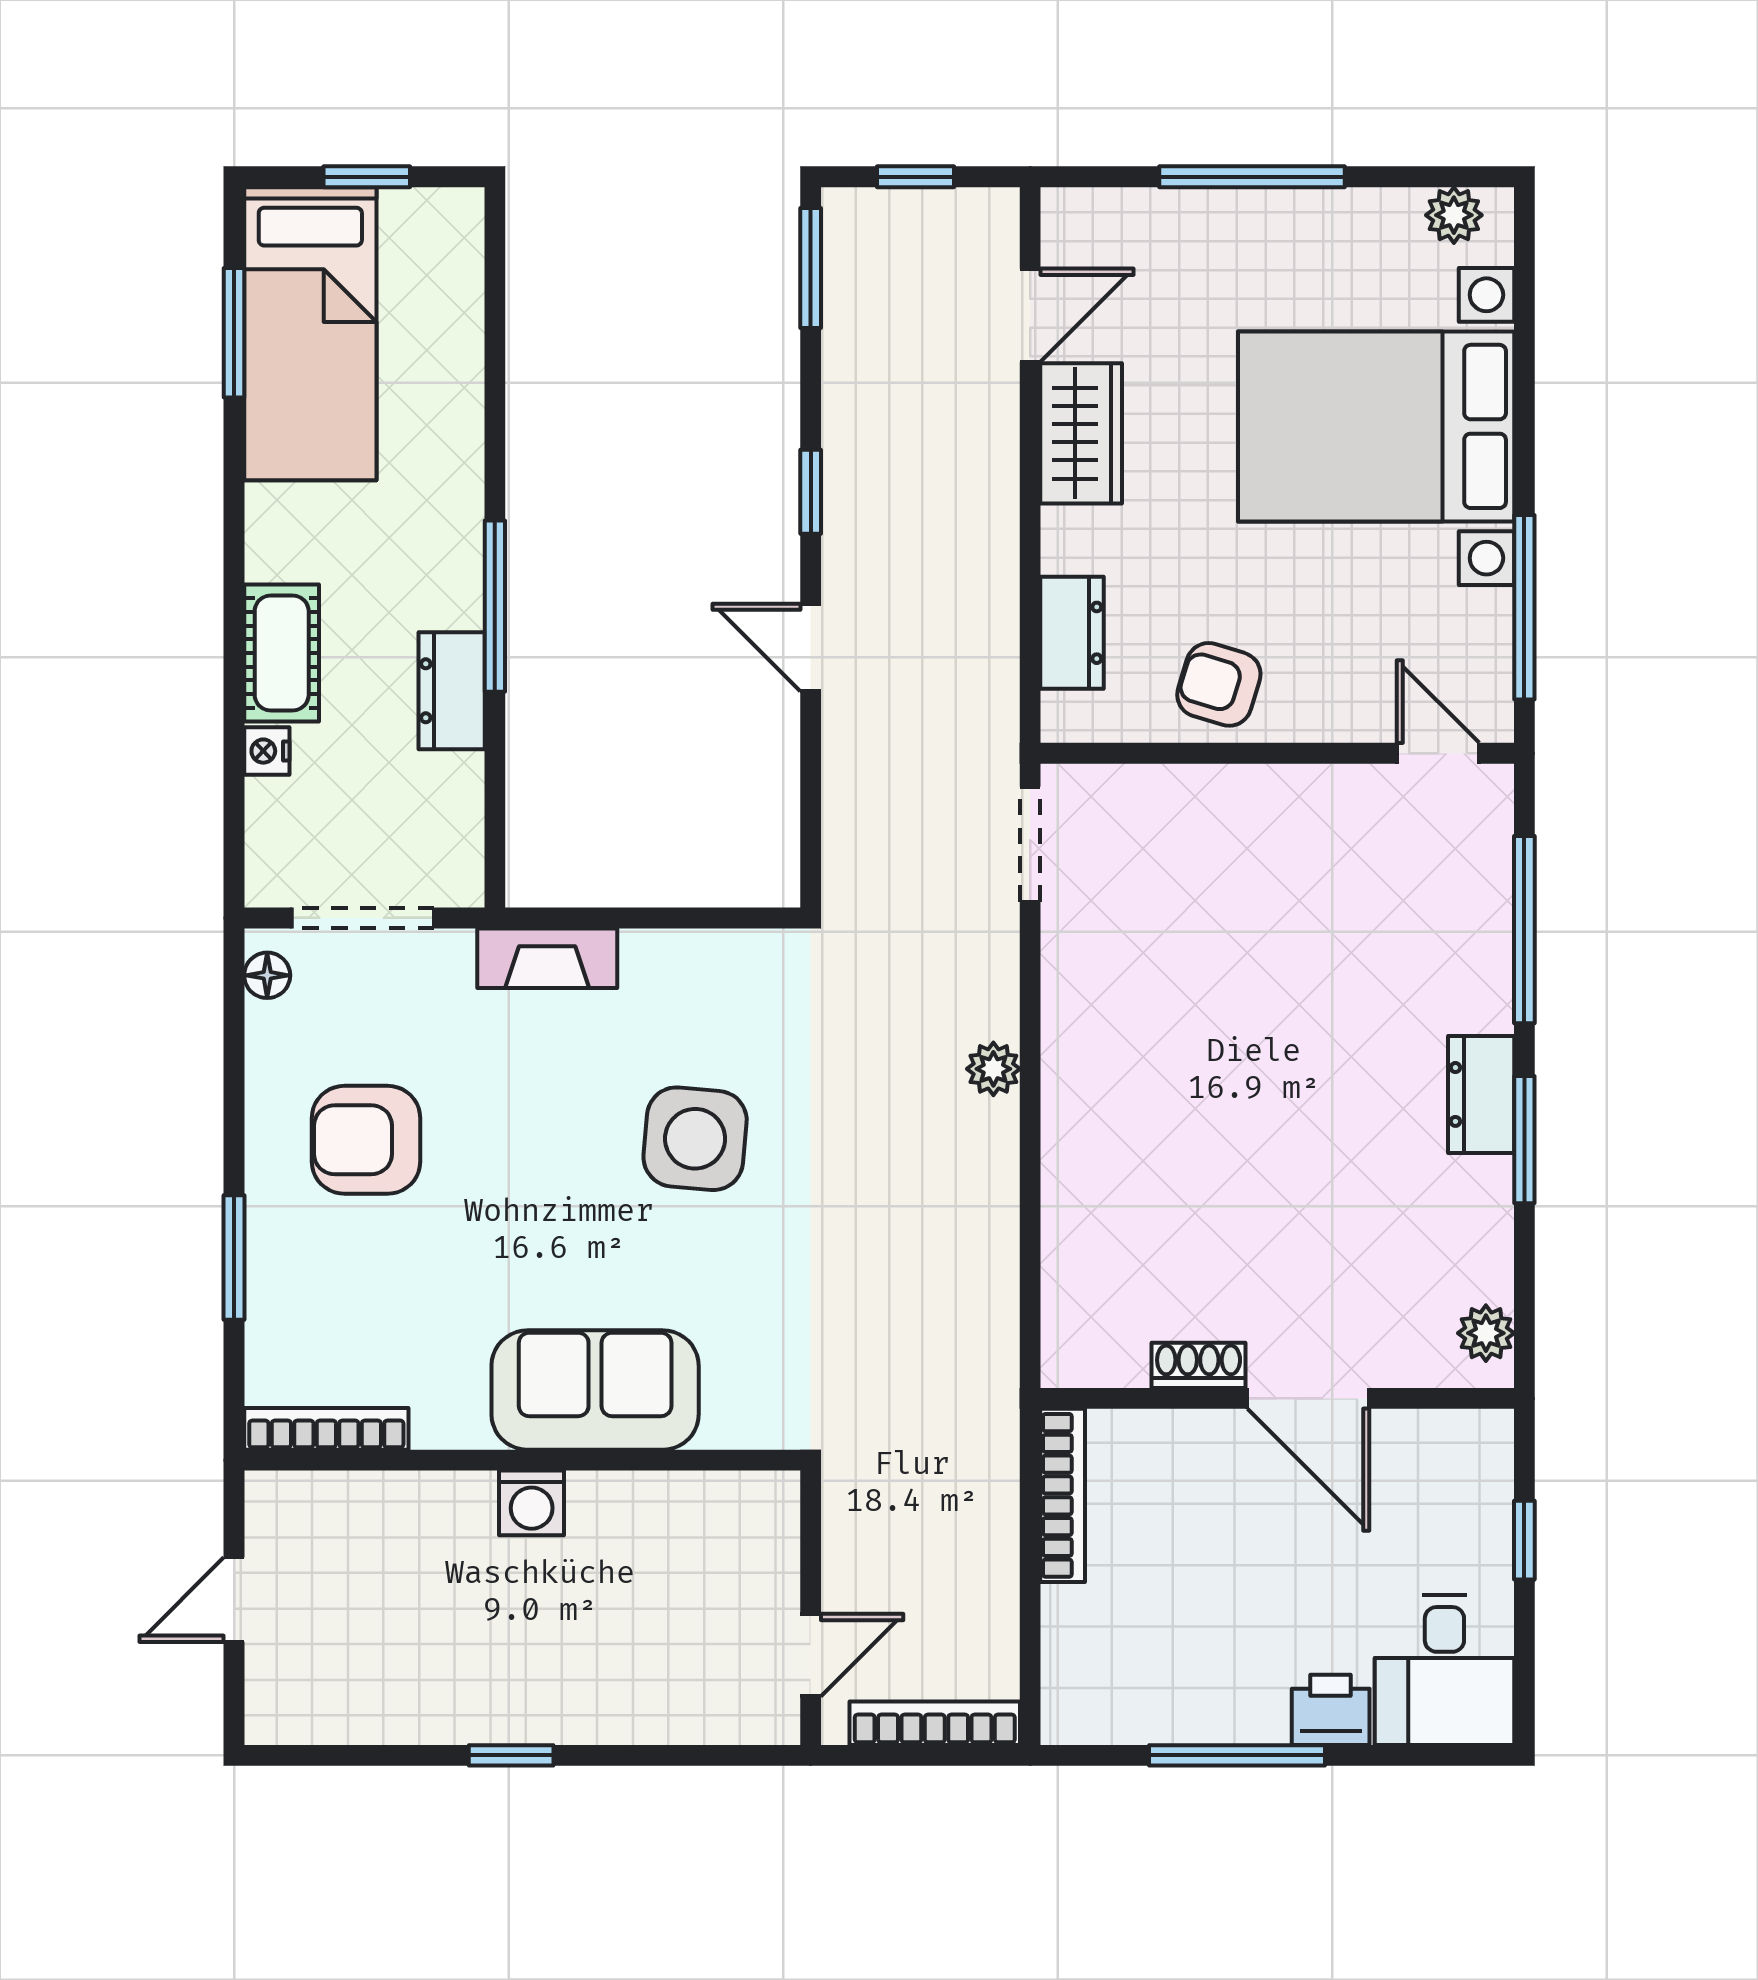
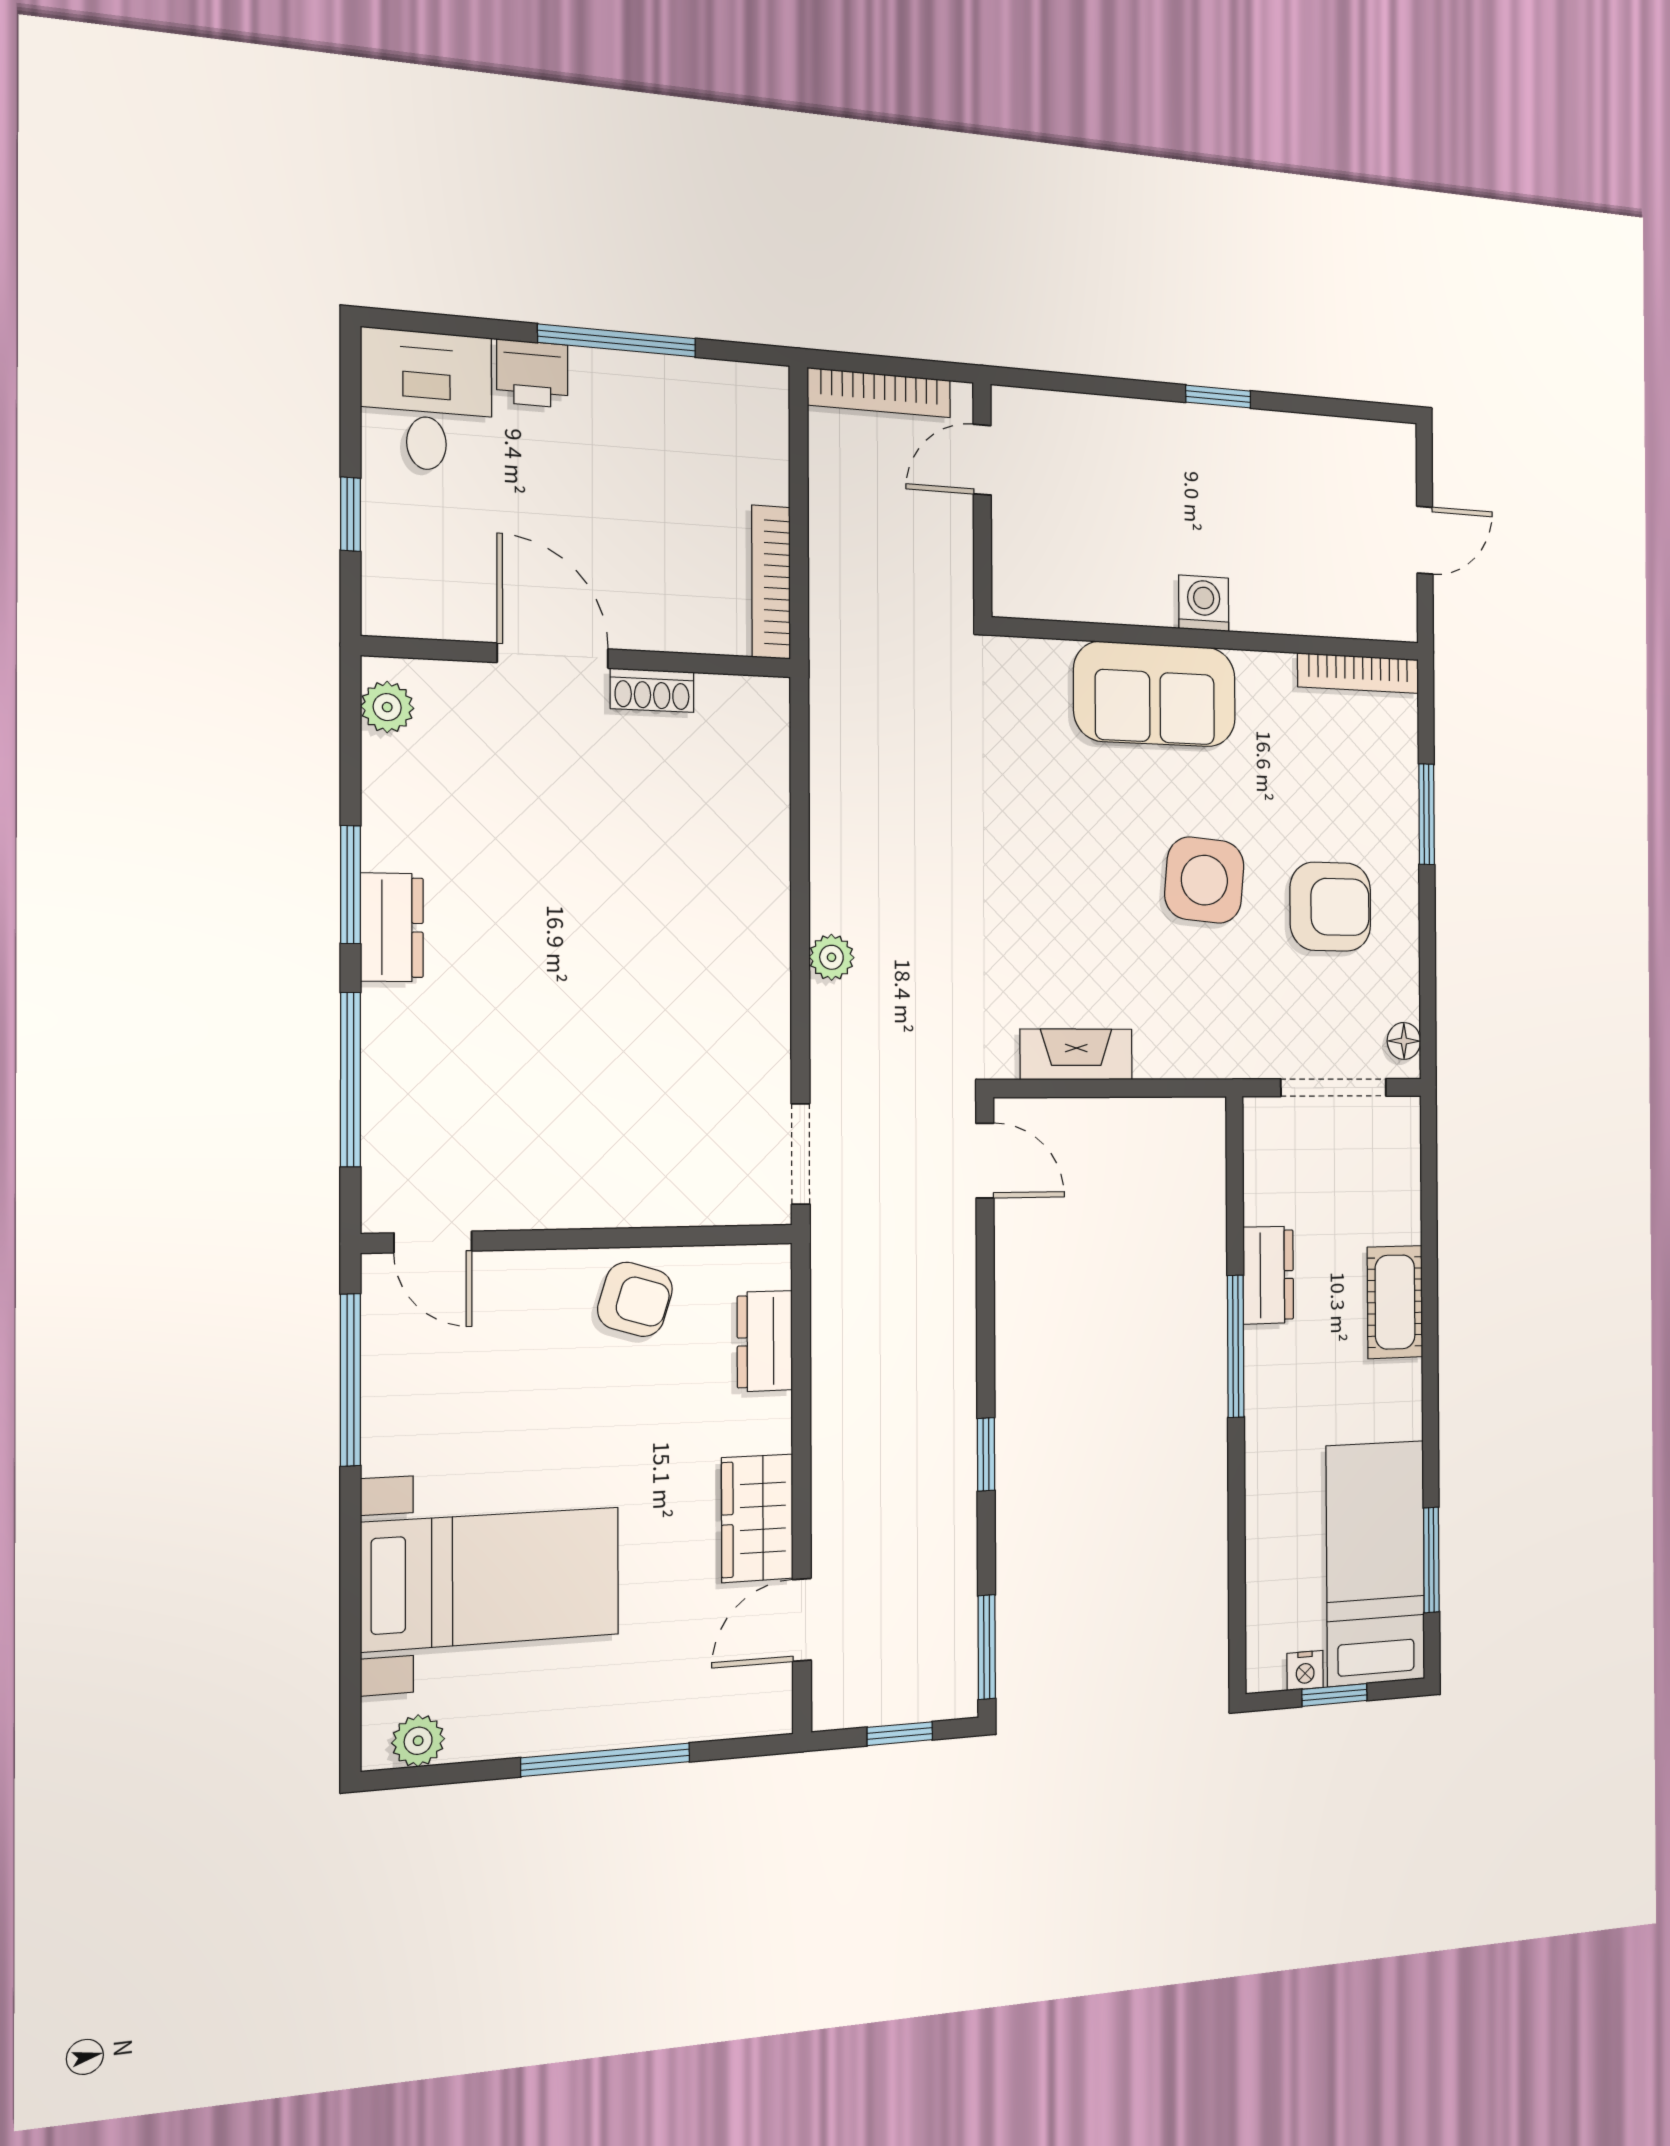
bed with nightstands: (1376, 426) -> (491, 1579), width x0.73
door: (811, 647) -> (985, 1161), moved
nightstand: (267, 751) -> (1305, 1670), moved, turned 90
fireplace: (547, 958) -> (1076, 1054), moved
side table: (695, 1139) -> (1204, 880), moved

